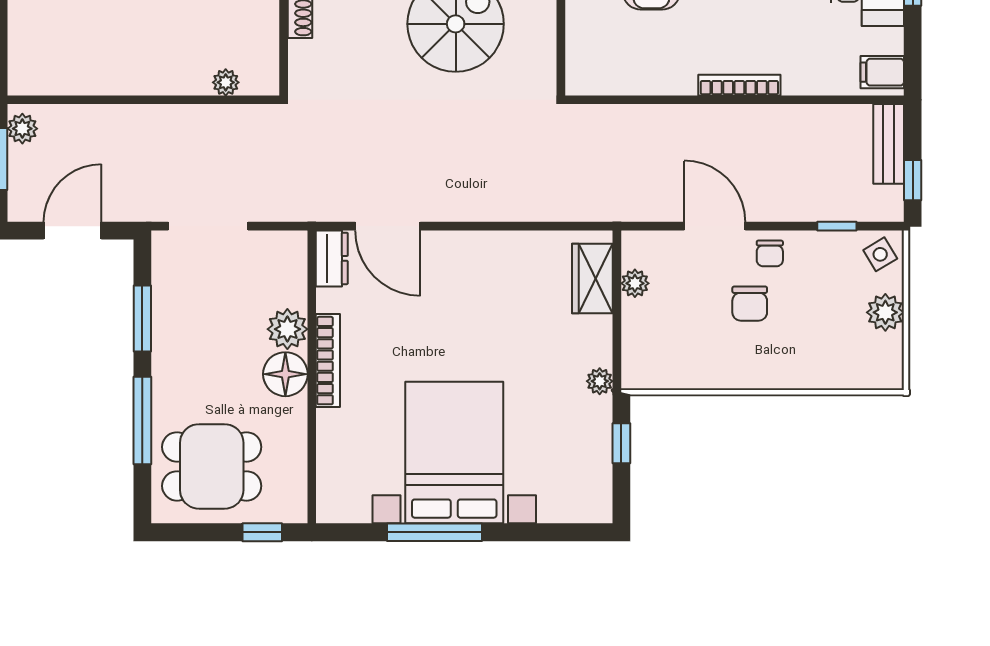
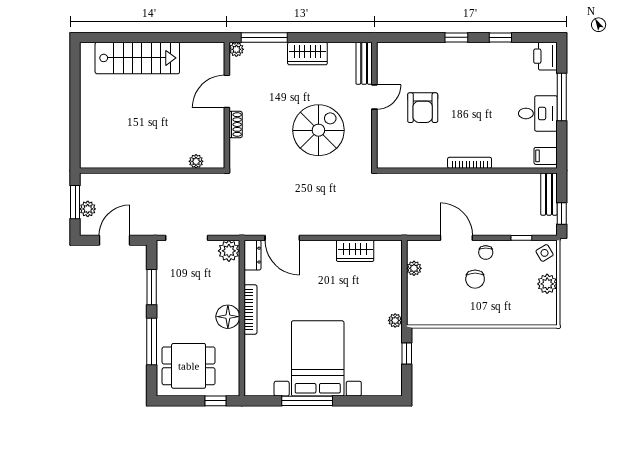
plant: (22, 129) -> (88, 209), moved
wardrobe: (592, 279) -> (355, 251), moved, turned -90
plant: (287, 329) -> (229, 251), moved

